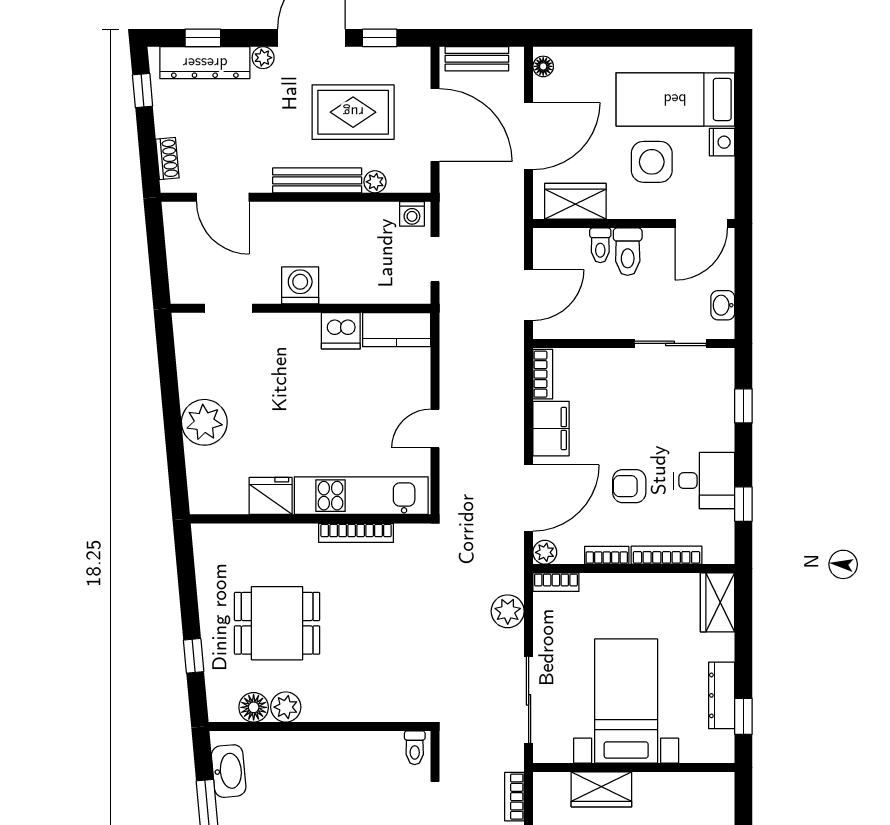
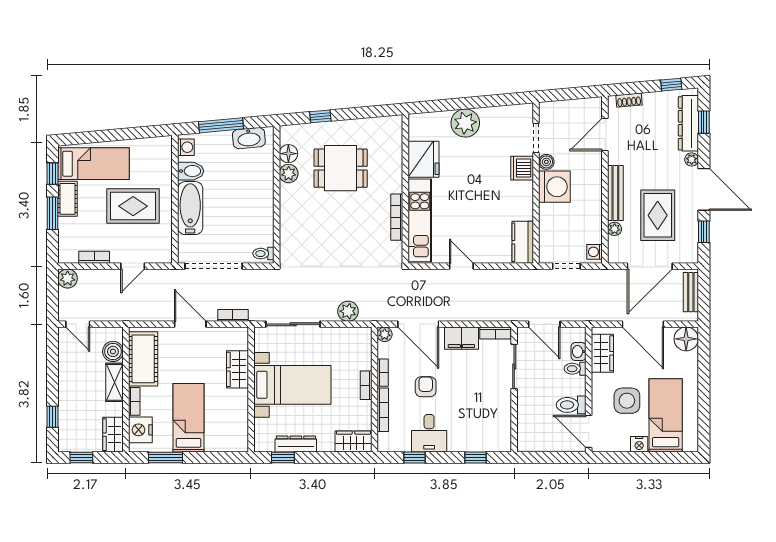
floor lamp: (543, 66) -> (686, 339), width x1.89, depth x1.89
toilet: (628, 252) -> (571, 405), moved
washing machine: (300, 285) -> (554, 187), width x1.37, depth x1.37
boiler: (267, 292) -> (546, 162), added
washbasin: (723, 305) -> (579, 352), moved, turned -90
dishwasher: (341, 331) -> (522, 168), moved
sliding door: (670, 343) -> (514, 367), moved
fridge: (271, 496) -> (423, 159), width x1.36, depth x1.34
bookcase: (556, 582) -> (366, 385), moved
dining table: (277, 623) -> (341, 168), turned 90

